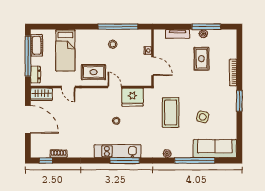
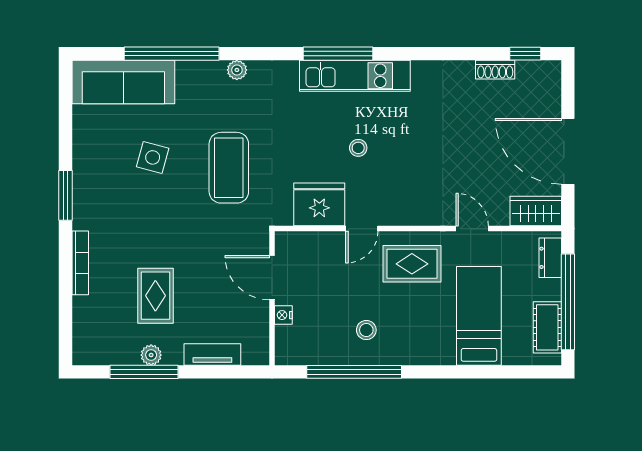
door: (115, 87) -> (362, 229), hinge flipped

